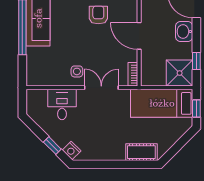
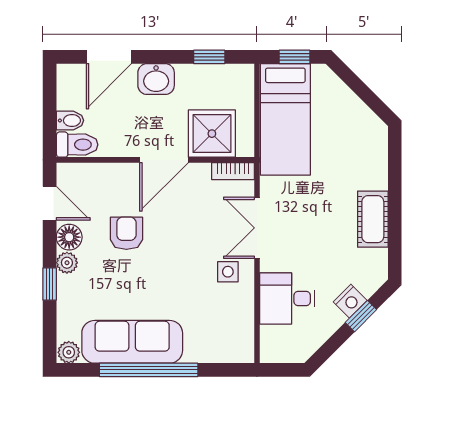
armchair: (98, 15) -> (126, 233), turned 90
shower: (180, 73) -> (212, 134), moved
nightstand: (72, 151) -> (350, 301), moved
cot: (141, 152) -> (373, 219), moved

